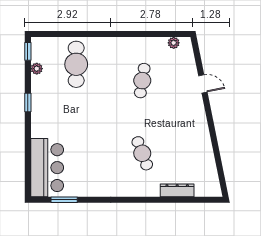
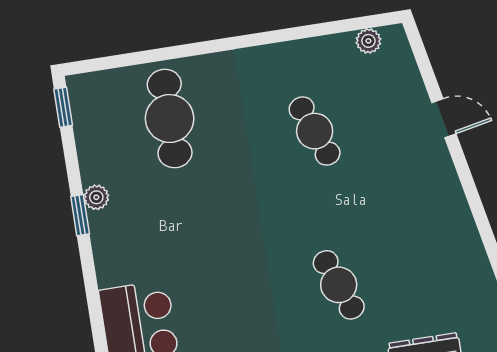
plant: (37, 69) -> (96, 197), moved
cafe table: (142, 81) -> (315, 131), turned -30

